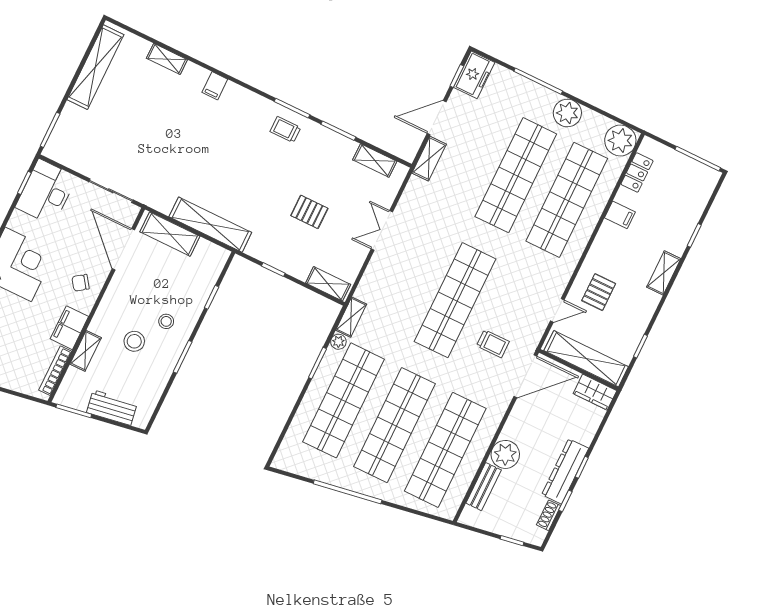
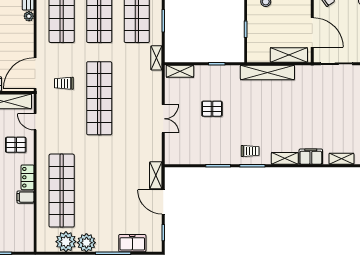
freezer: (474, 75) -> (132, 243), moved, turned 90
filing cabinet: (215, 86) -> (311, 157), width x2.00
door: (437, 118) -> (163, 202), swing flipped
plant: (620, 140) -> (66, 242), moved
shelving: (375, 161) -> (285, 158), moved
locker: (637, 172) -> (28, 177), moved
shop shelf: (516, 175) -> (99, 191), removed
pallet: (599, 292) -> (16, 145), turned 90
door: (557, 310) -> (35, 122), hinge flipped
plant: (338, 342) -> (157, 40), removed
plant: (505, 454) -> (29, 16), width x0.53, depth x0.53

